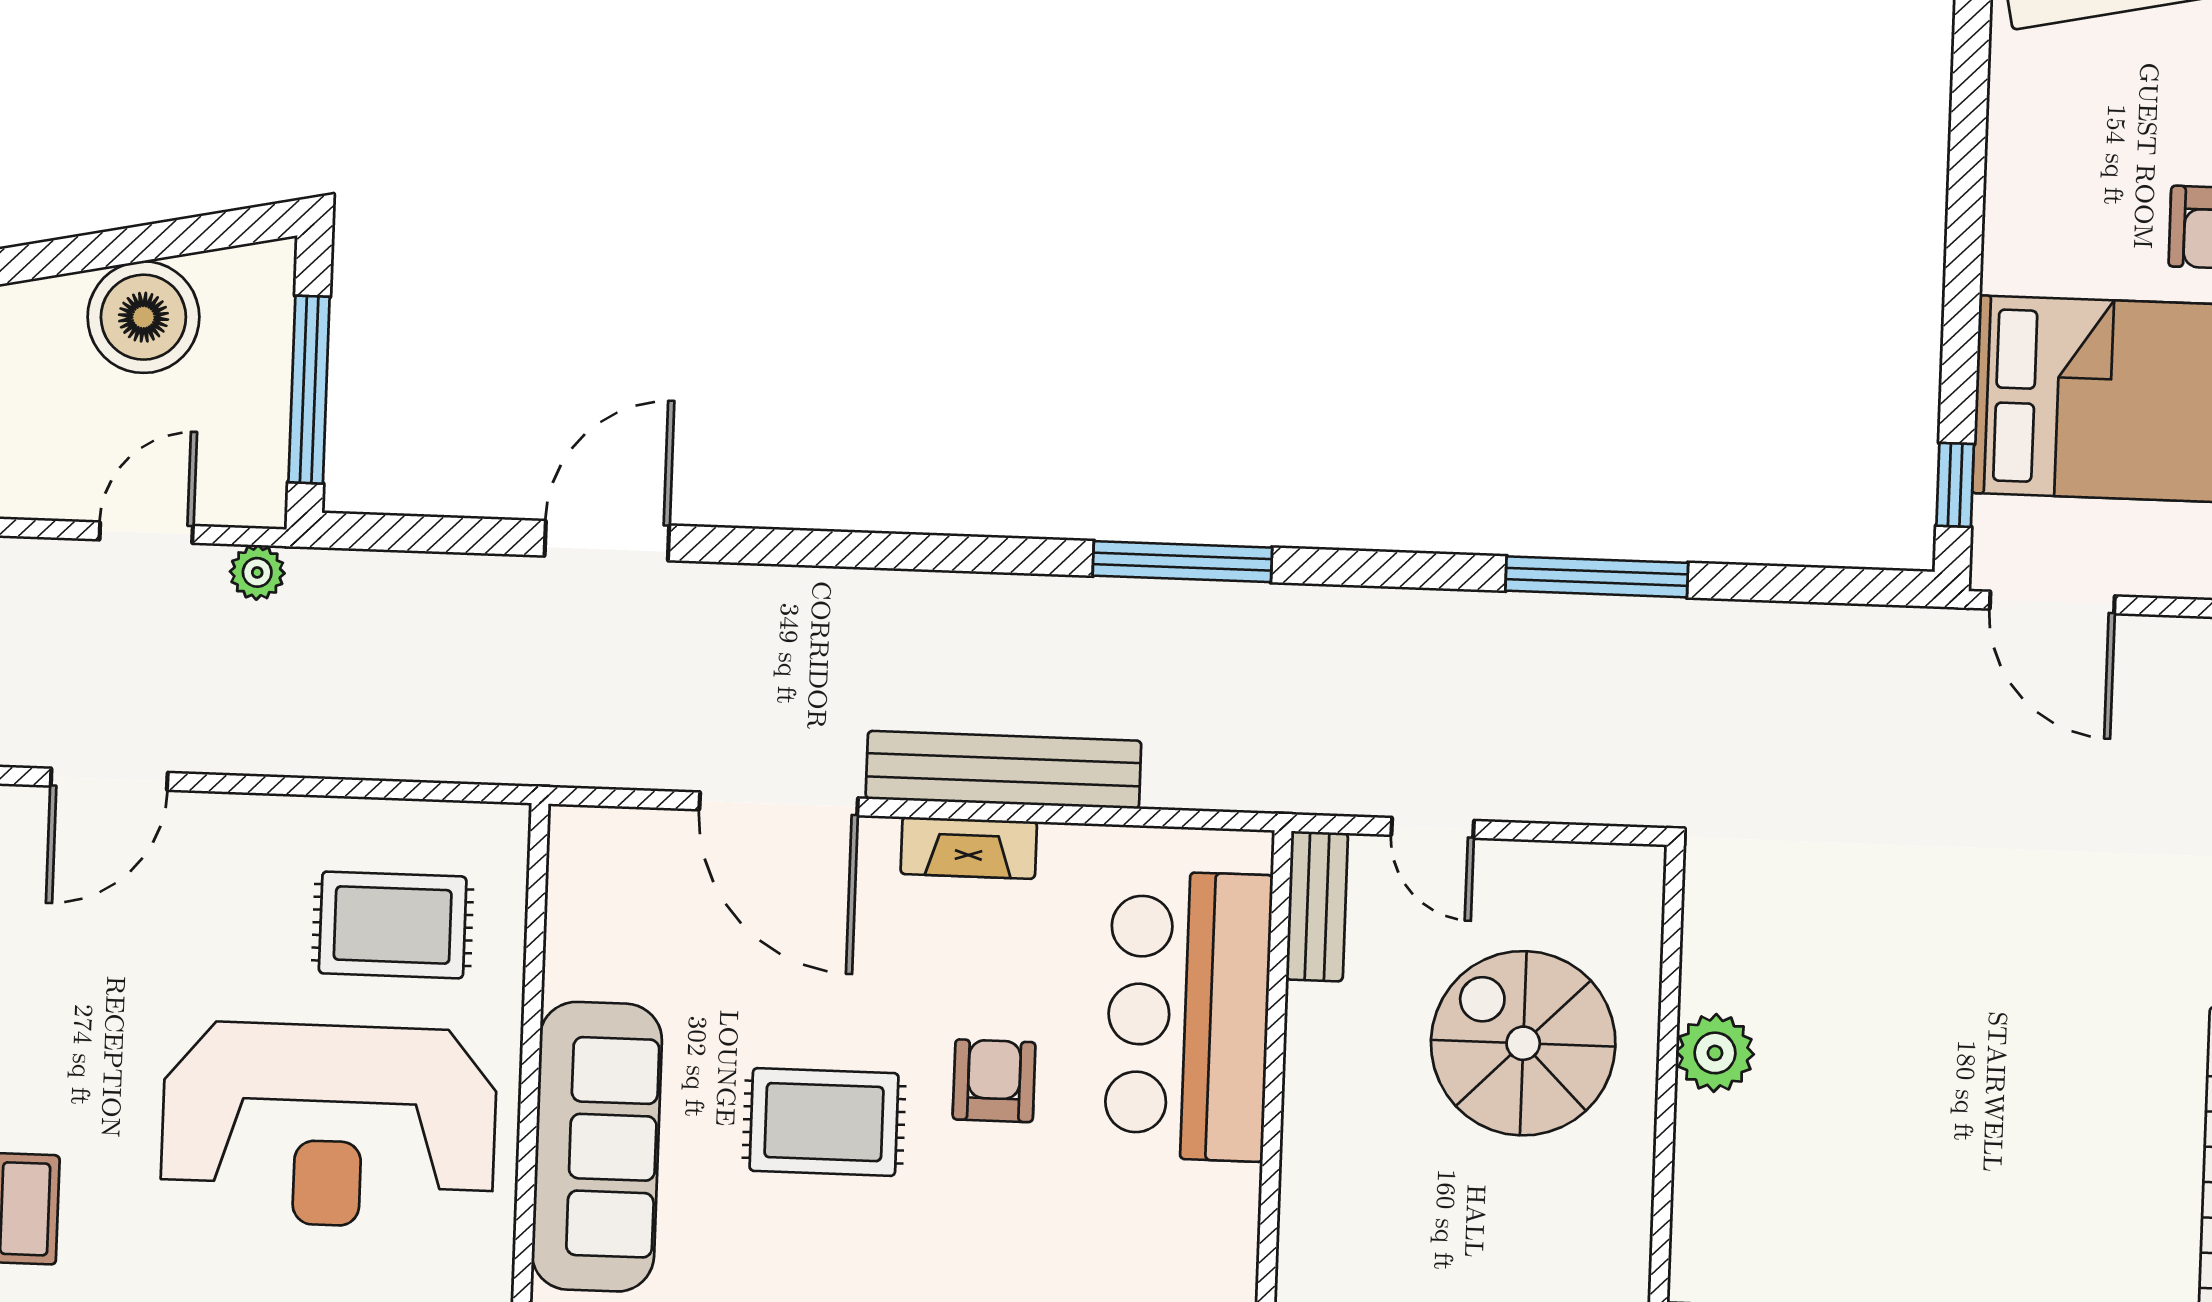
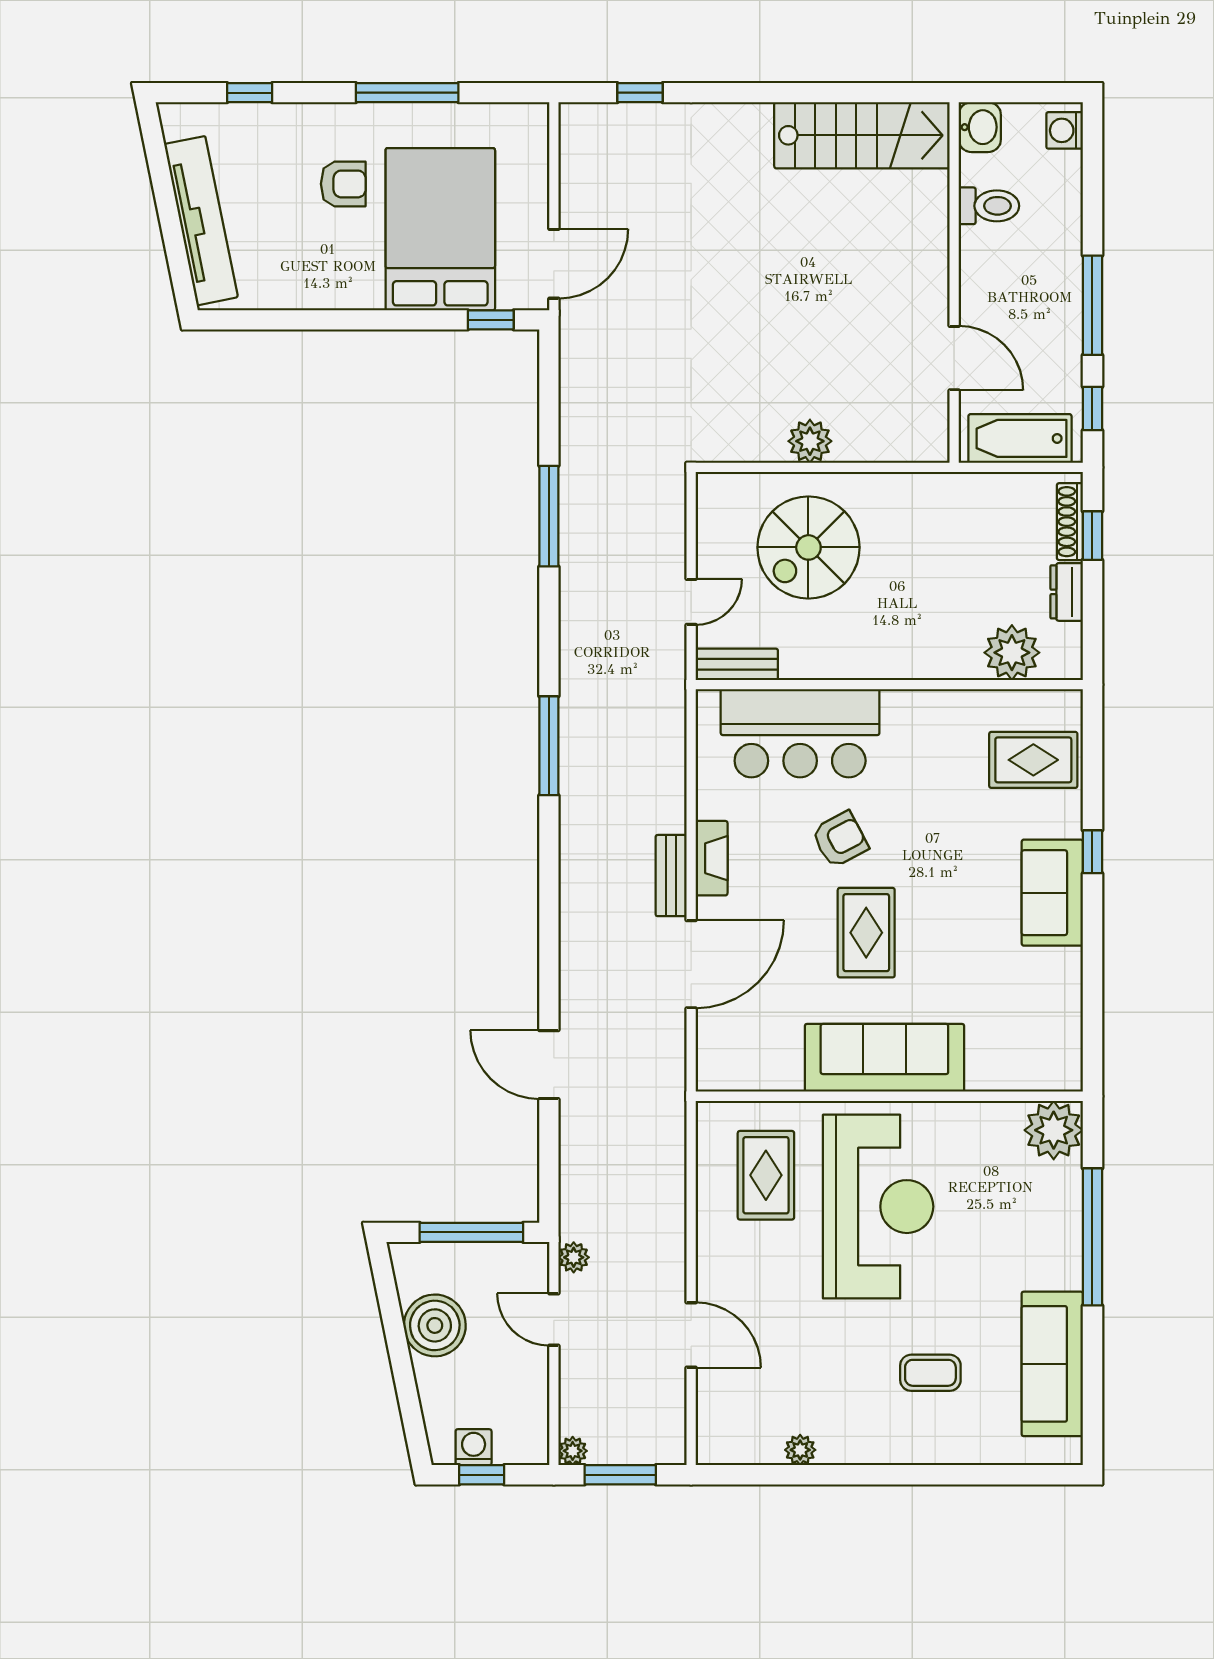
bench: (1003, 770) -> (671, 876), width x0.54, depth x0.82
armchair: (994, 1081) -> (840, 839), turned 152

